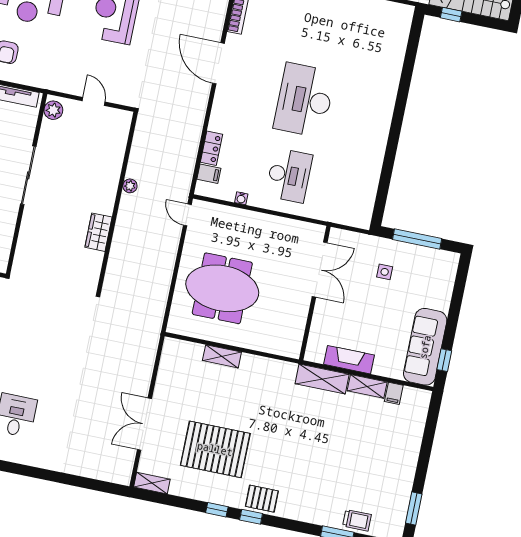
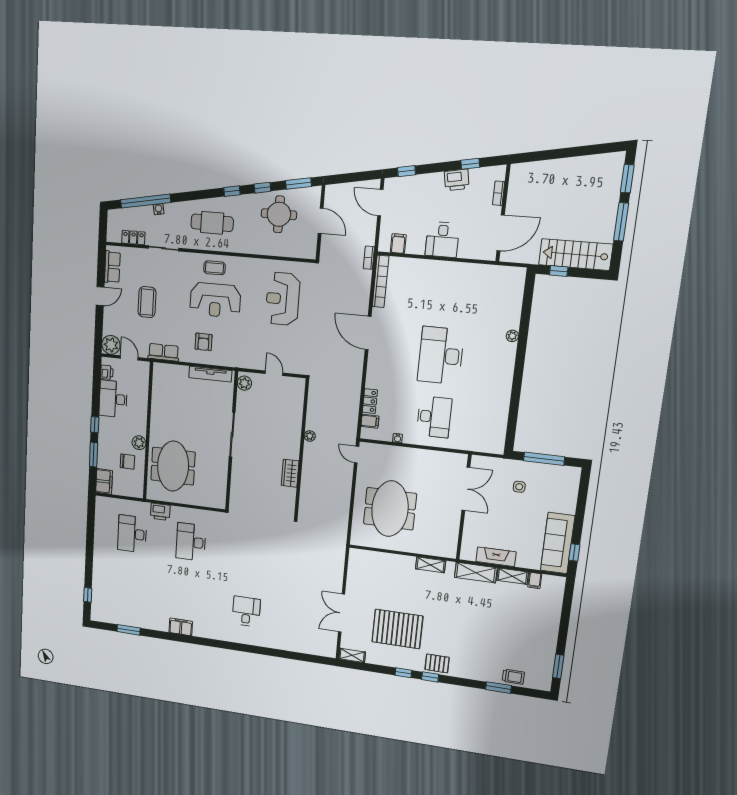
plant: (392, 85) -> (512, 336), added
meeting table: (222, 288) -> (390, 509), turned 90
shelving: (222, 356) -> (431, 565), moved

